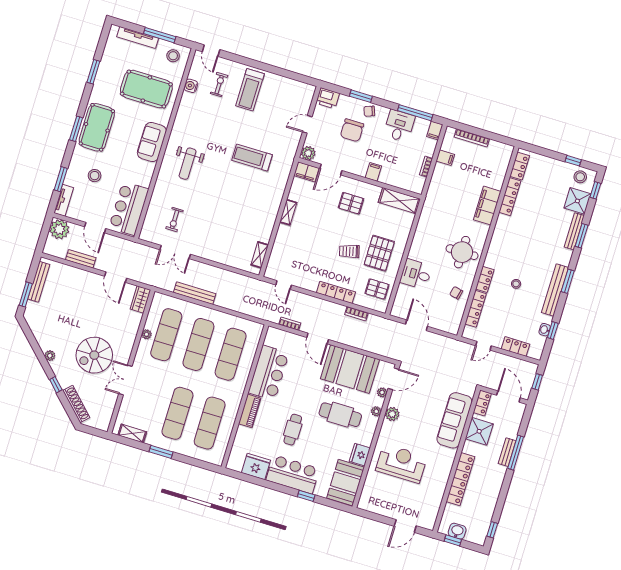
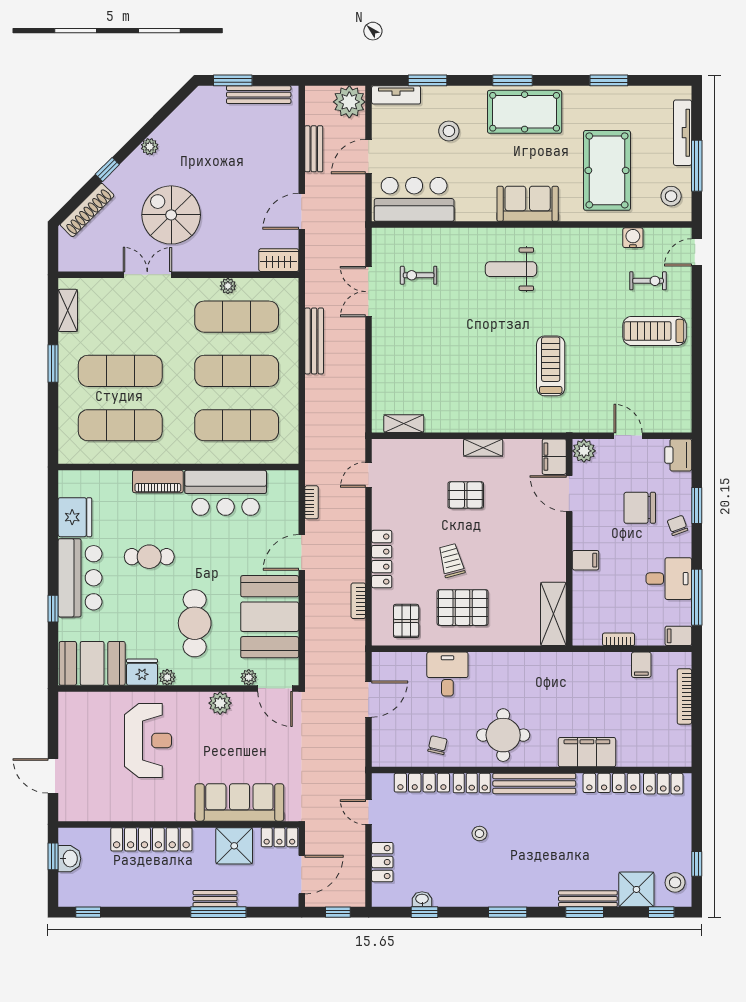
pallet: (351, 203) -> (466, 495), moved, turned 90
bench: (555, 290) -> (534, 784), moved
plant: (376, 411) -> (167, 677), moved

